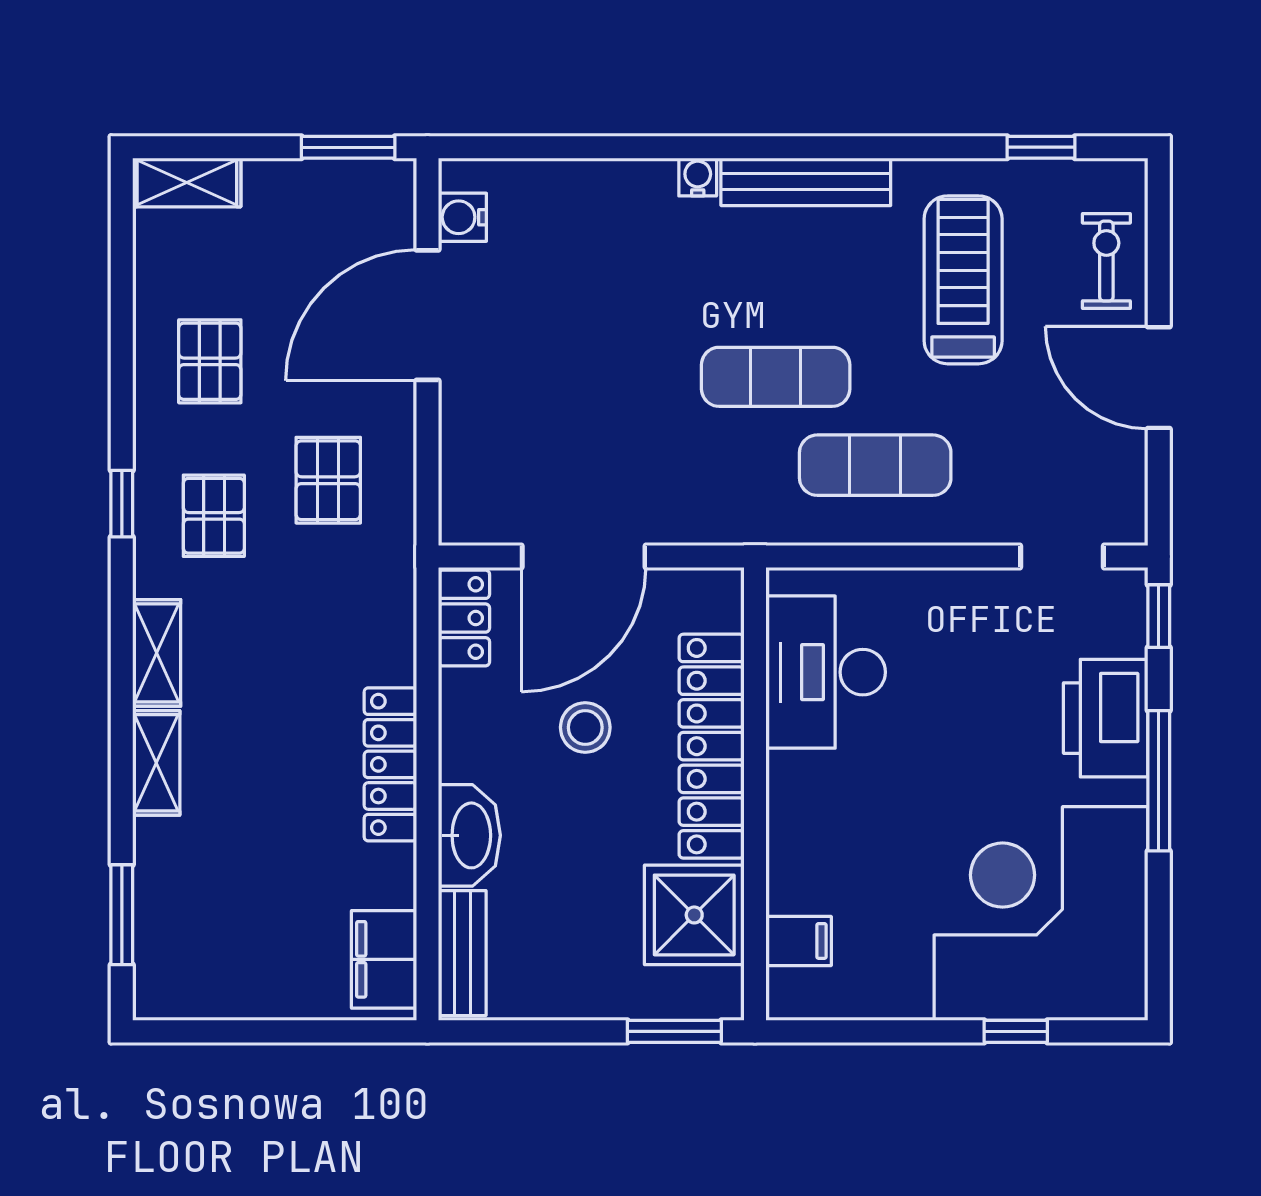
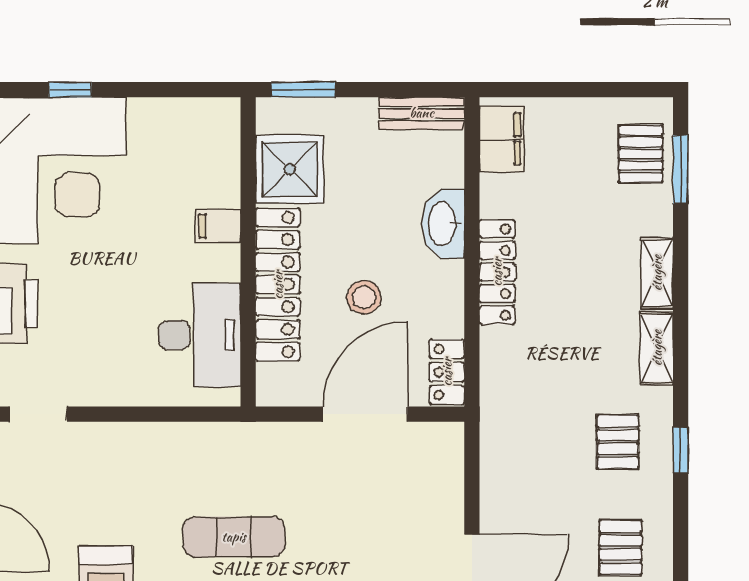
exercise mat: (875, 465) -> (166, 476), removed
pallet: (328, 480) -> (641, 154), moved
filing cabinet: (799, 941) -> (218, 226), moved
bench: (462, 953) -> (422, 113), moved, turned 90

